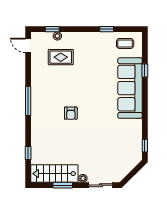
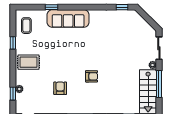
rug: (61, 57) -> (29, 62), moved, turned 90
armchair: (58, 80) -> (60, 88), added
sofa: (130, 88) -> (68, 19), width x0.74, depth x0.79
window: (63, 185) -> (159, 84), width x1.44

